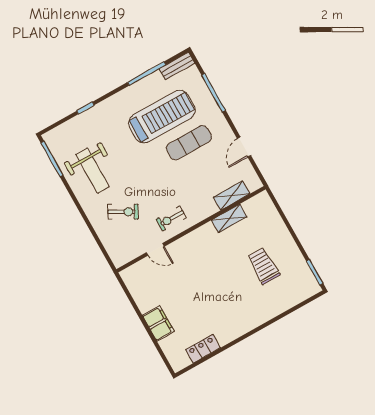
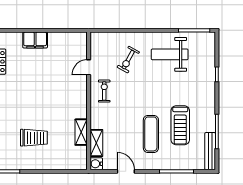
bench: (177, 66) -> (210, 151), width x1.36
treadmill: (162, 117) -> (180, 125), width x0.73, depth x0.73
water cooler: (254, 183) -> (96, 164), added

